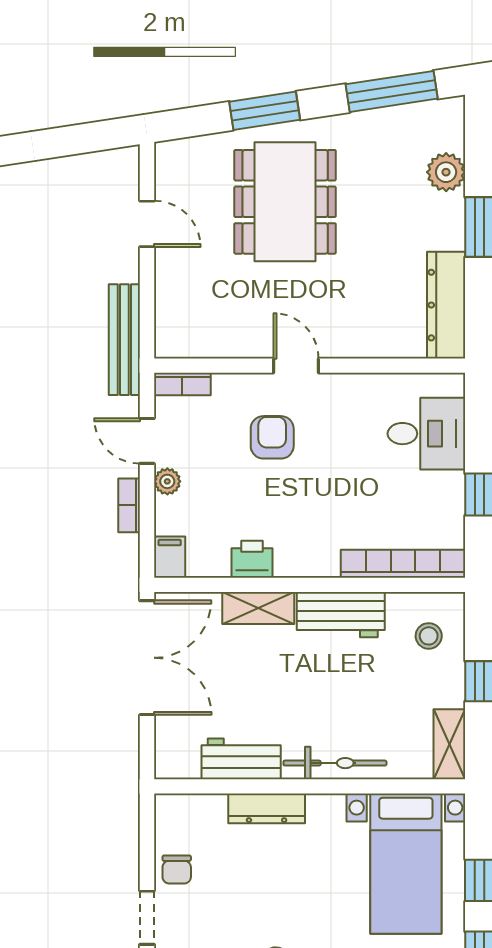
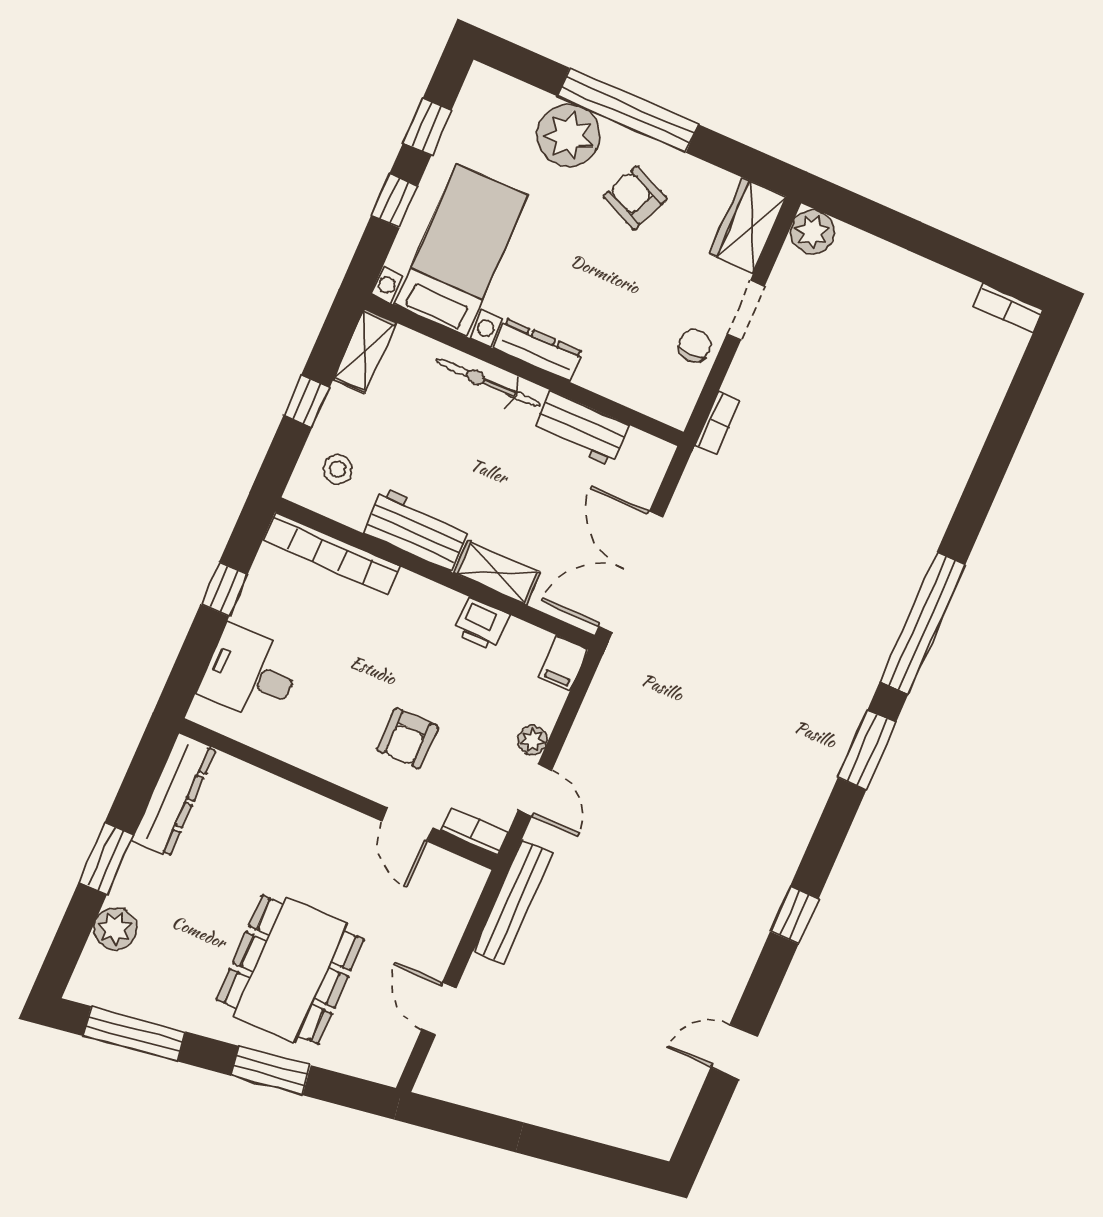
door: (296, 366) -> (407, 824), moved
bookcase: (129, 505) -> (718, 423), moved
dresser: (267, 808) -> (538, 350), moved

